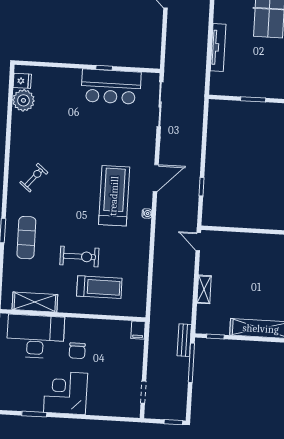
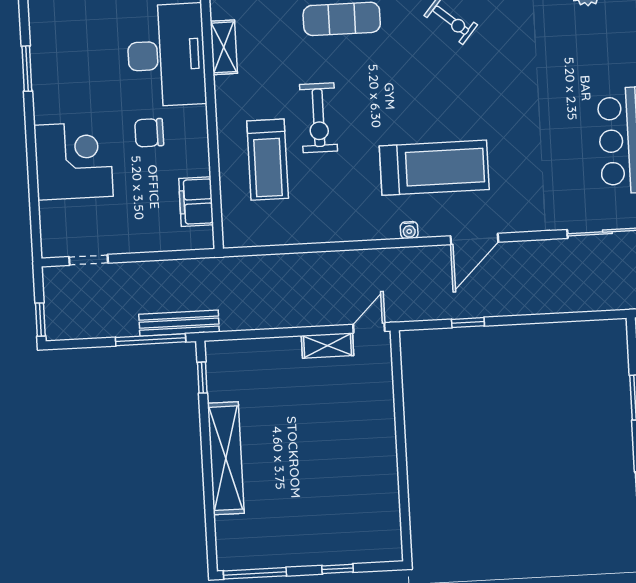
door: (156, 178) -> (474, 239), hinge flipped
shelving: (204, 289) -> (328, 346), moved
shelving: (35, 302) -> (224, 47), width x0.67, depth x0.75
filing cabinet: (138, 330) -> (196, 202), moved, width x2.00
bench: (184, 340) -> (179, 323), width x1.36
corner desk: (66, 393) -> (74, 161), moved

